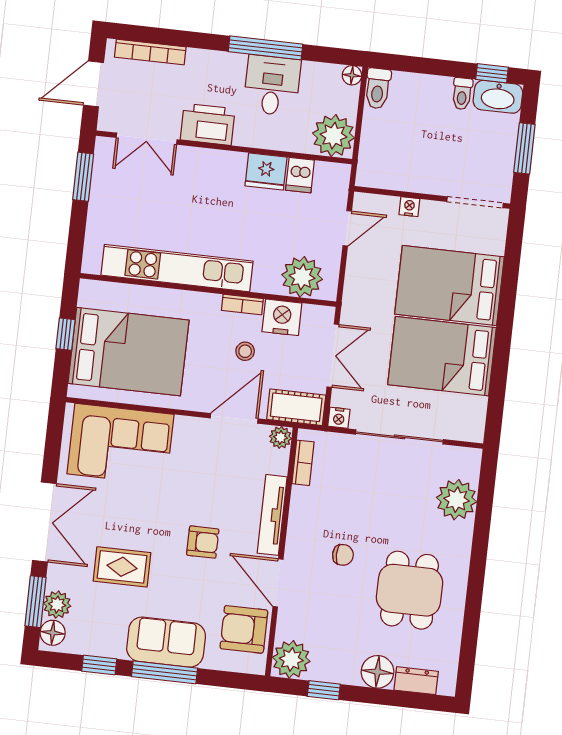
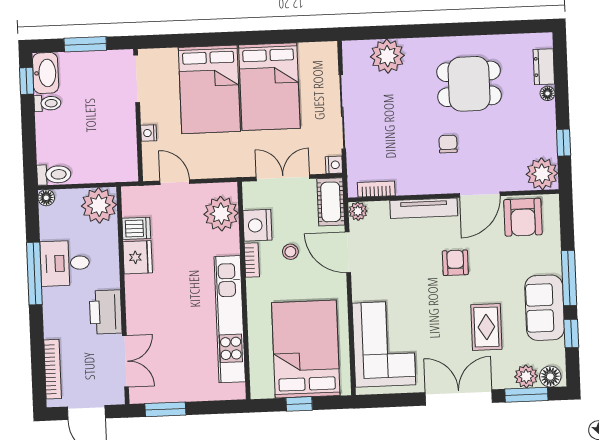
sofa: (166, 642) -> (545, 308), moved
floor lamp: (378, 672) -> (548, 93), width x0.53, depth x0.53

